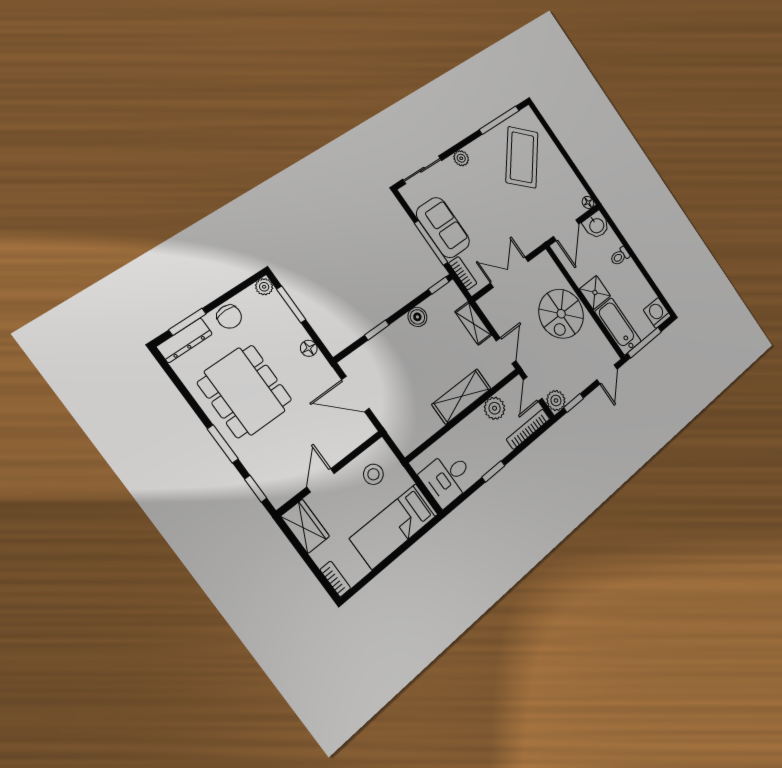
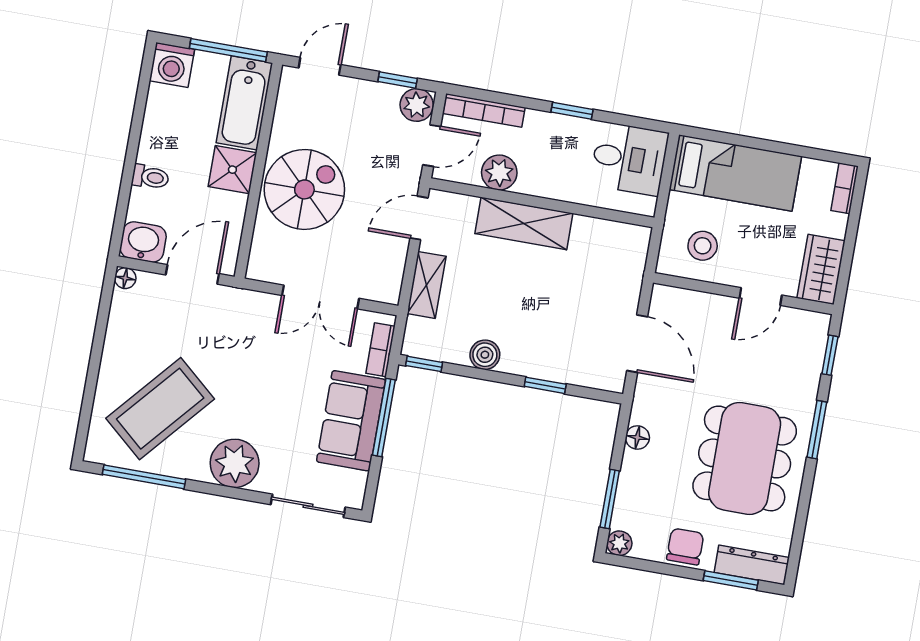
plant: (461, 158) -> (235, 463), width x1.87, depth x1.87

